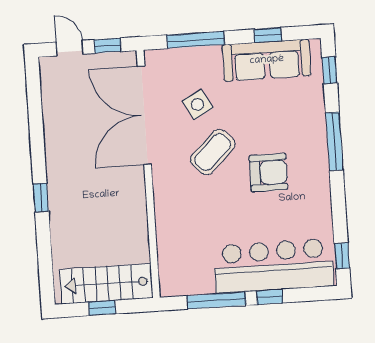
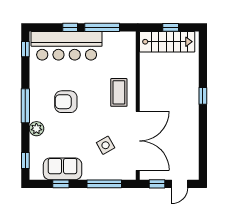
door: (70, 48) -> (180, 184), hinge flipped
sofa: (267, 60) -> (63, 169), width x0.73
plant: (314, 124) -> (36, 129), added
window: (334, 141) -> (25, 106), moved
coffee table: (213, 152) -> (119, 92), moved, turned -46

